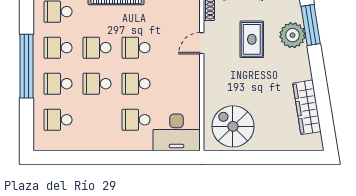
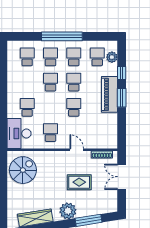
plant: (293, 35) -> (68, 211), moved
school desk: (136, 84) -> (50, 133), moved

